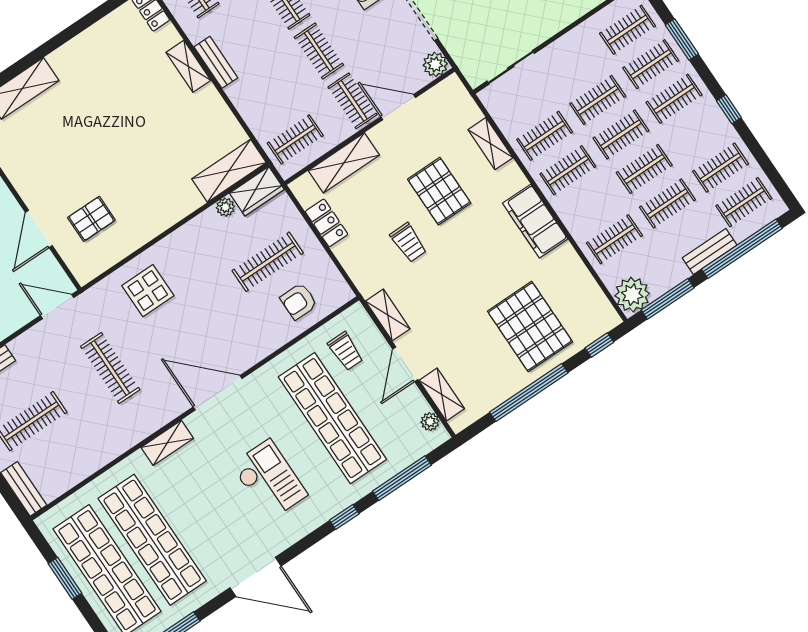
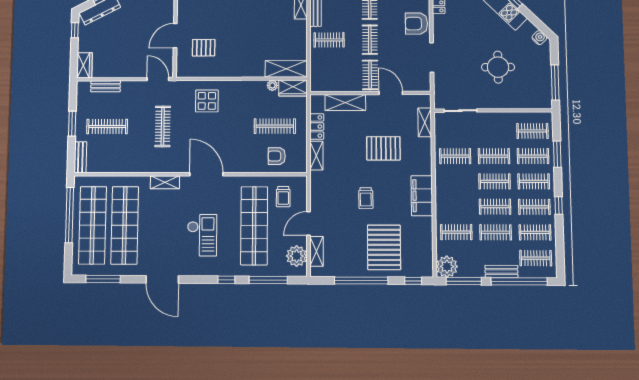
plant: (435, 64) -> (423, 84), removed
clothes rail: (295, 139) -> (329, 40), moved
shelving: (490, 144) -> (425, 122), moved
clothes rail: (568, 170) -> (534, 207), moved
pallet: (439, 191) -> (383, 148), turned 90
trolley: (408, 242) -> (366, 198), moved
shelving: (388, 315) -> (316, 156), moved
plant: (430, 422) -> (297, 256), width x1.87, depth x1.87
window: (65, 578) -> (70, 215), width x2.11

